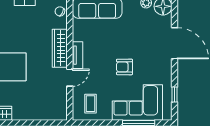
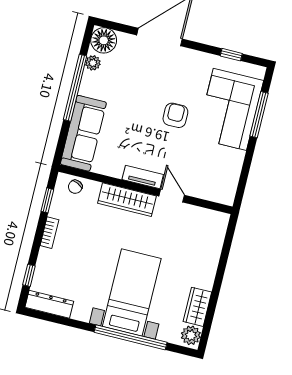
armchair: (124, 67) -> (175, 115), turned 180
coffee table: (91, 104) -> (215, 175), removed

